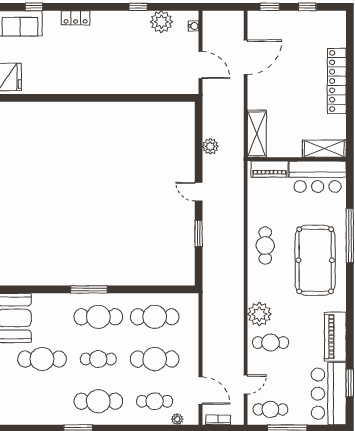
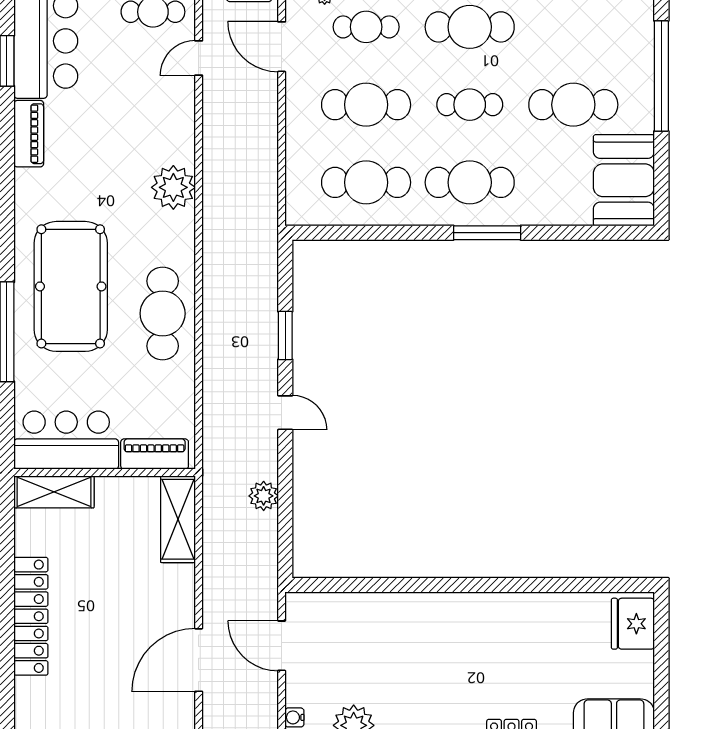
cafe table: (265, 246) -> (163, 313), width x1.37, depth x1.35
piano: (335, 337) -> (29, 134), width x0.73, depth x0.75
cafe table: (271, 343) -> (153, 135), removed

